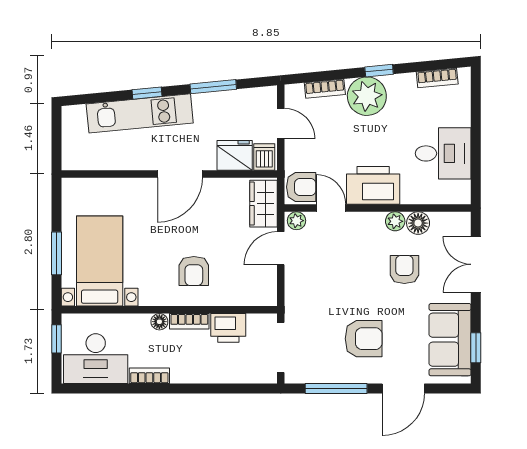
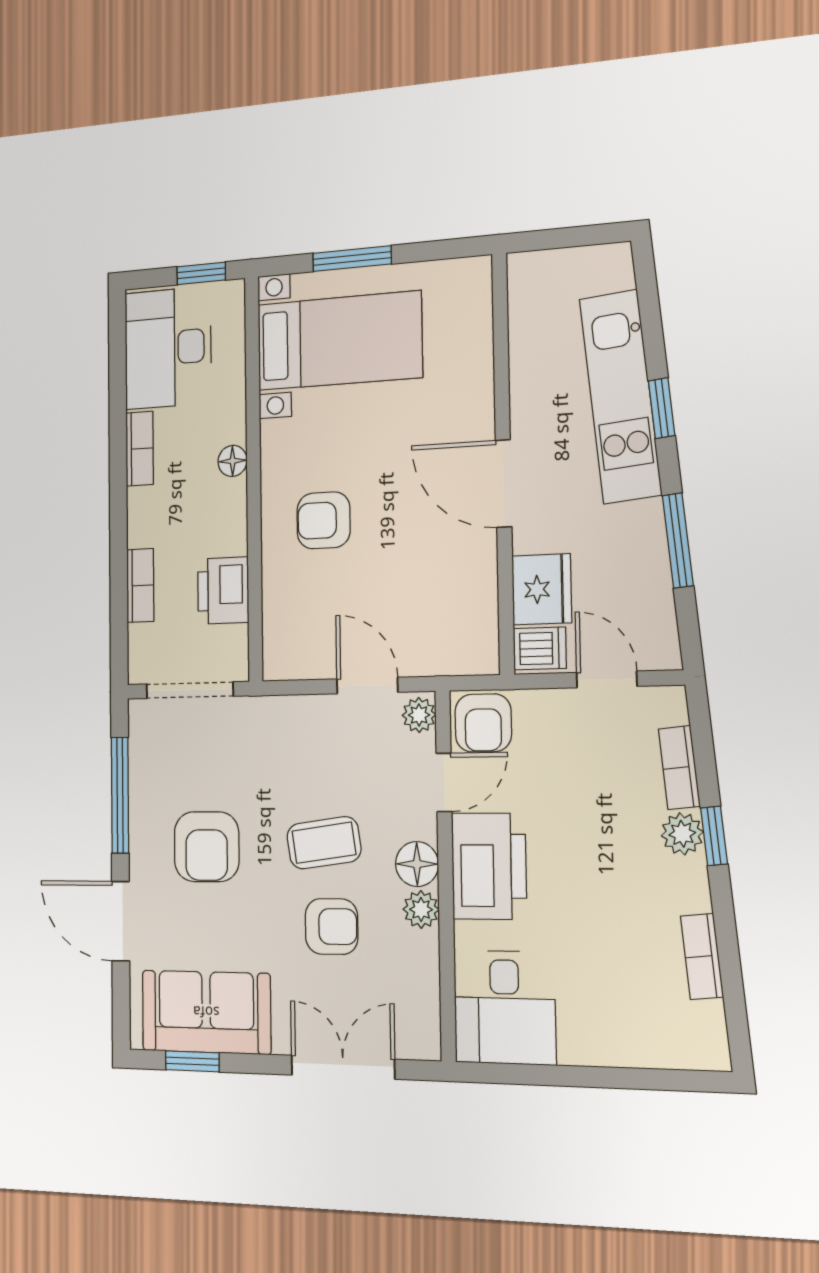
window: (379, 71) -> (714, 836), moved
bookcase: (437, 78) -> (702, 956), moved
plant: (367, 96) -> (682, 834), width x0.53, depth x0.53
door: (281, 124) -> (607, 679), swing flipped
desk: (443, 153) -> (505, 1007), moved
wardrobe: (263, 204) -> (450, 650), removed
floor lamp: (418, 223) -> (417, 864), moved
coffee table: (361, 273) -> (324, 843), added
bookcase: (189, 321) -> (140, 585), moved, turned 180

